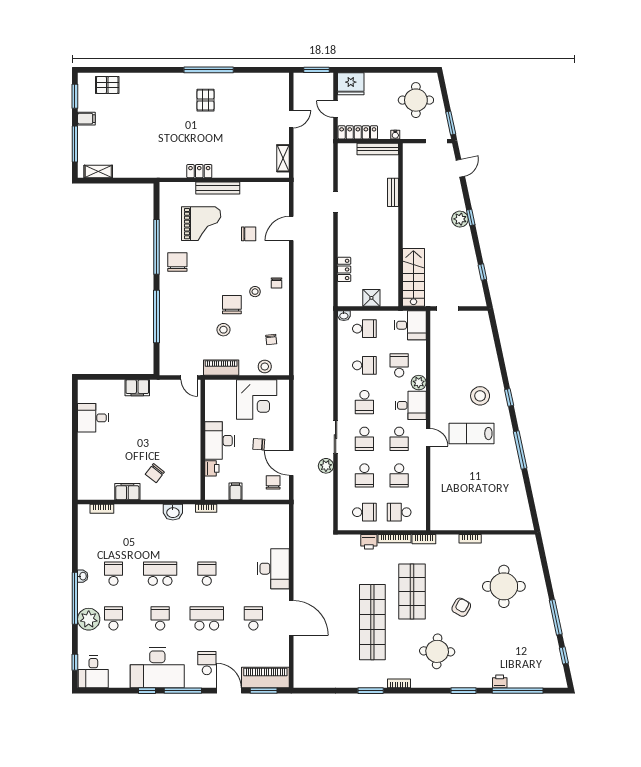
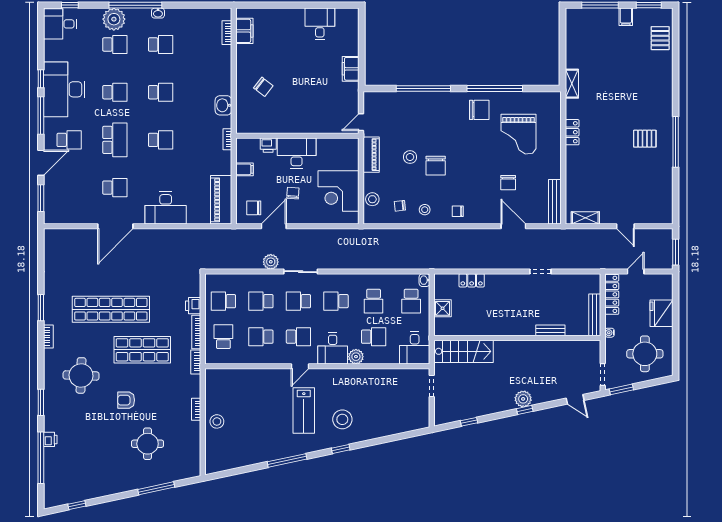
fridge: (351, 84) -> (661, 313), moved
shelving: (98, 171) -> (572, 84), moved
bench: (218, 188) -> (555, 202), moved
stool: (255, 292) -> (425, 210), moved
chair: (232, 305) -> (436, 166), turned 90
lab bench: (471, 434) -> (304, 411), turned 180
school desk: (399, 439) -> (298, 337), turned 180
chair: (155, 473) -> (263, 87), turned 180
chair: (273, 482) -> (254, 208), turned 180
filing cabinet: (127, 492) -> (244, 31), moved
school desk: (364, 512) -> (223, 301), turned 90
stool: (482, 519) -> (217, 421), added
school desk: (160, 574) -> (161, 92), width x0.54
round table: (504, 586) -> (148, 444), width x0.73, depth x0.73
armchair: (461, 607) -> (126, 400), turned 151
window: (556, 617) -> (156, 488), moved
piano: (265, 678) -> (221, 200), moved, turned 180

